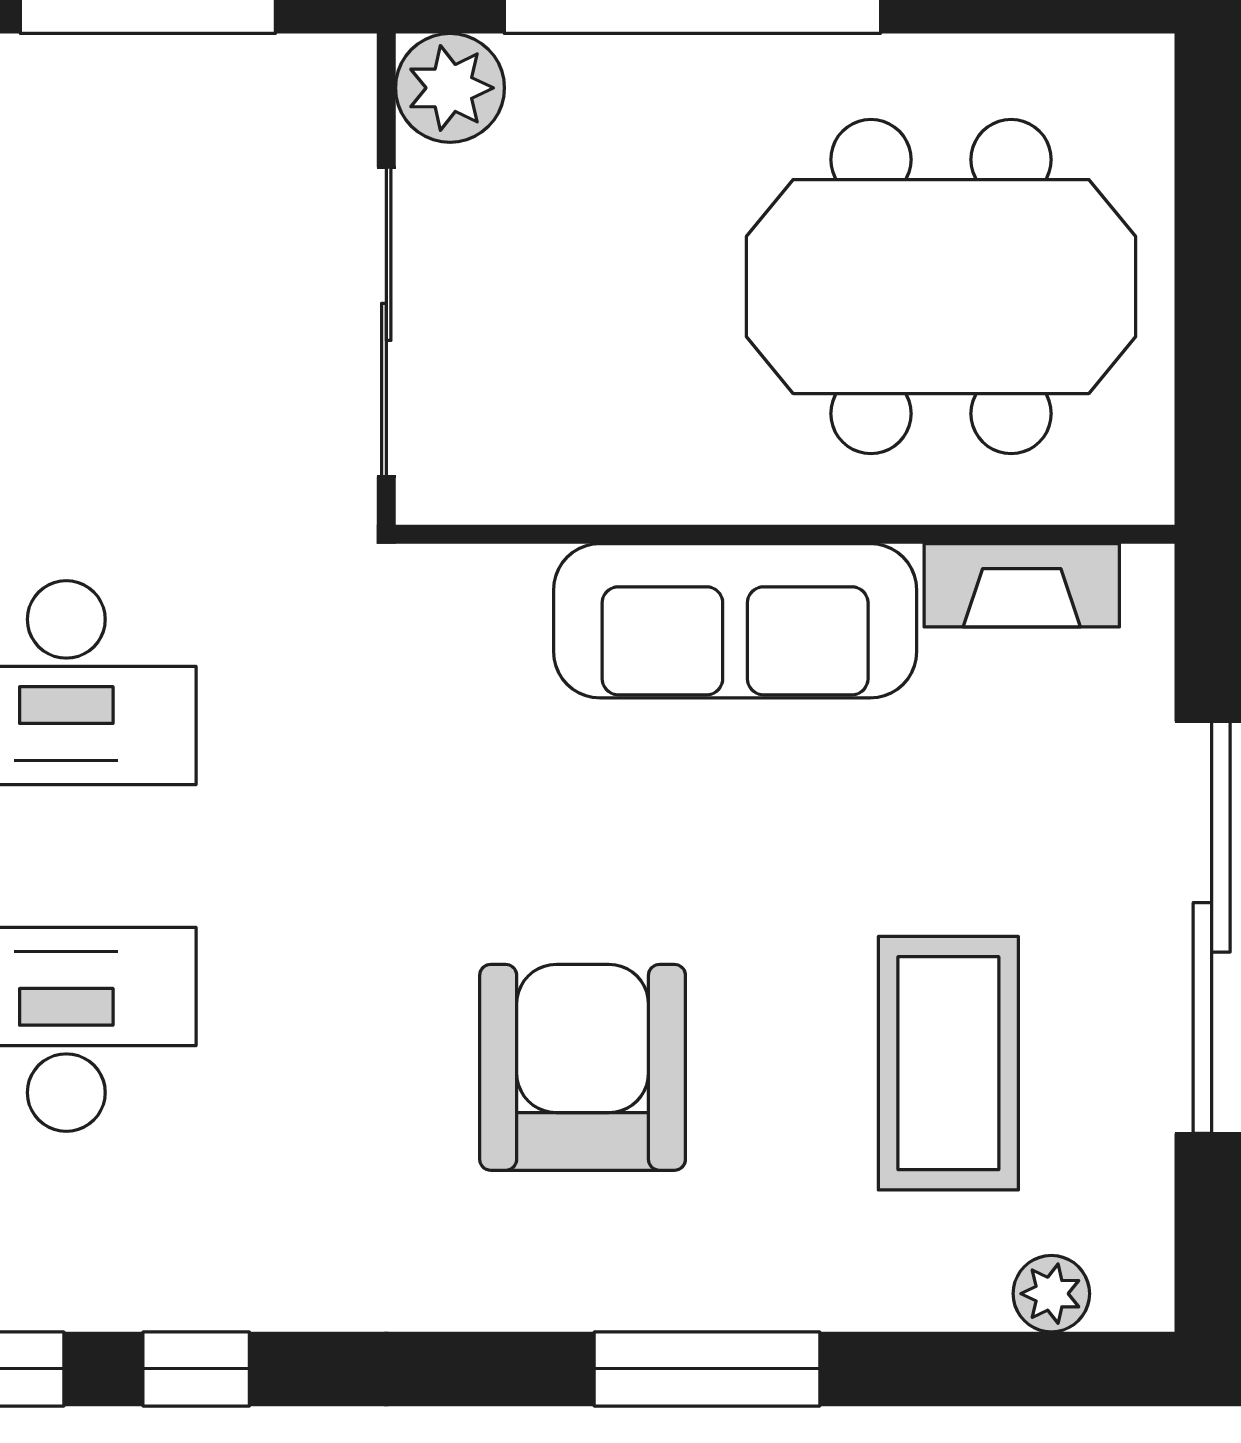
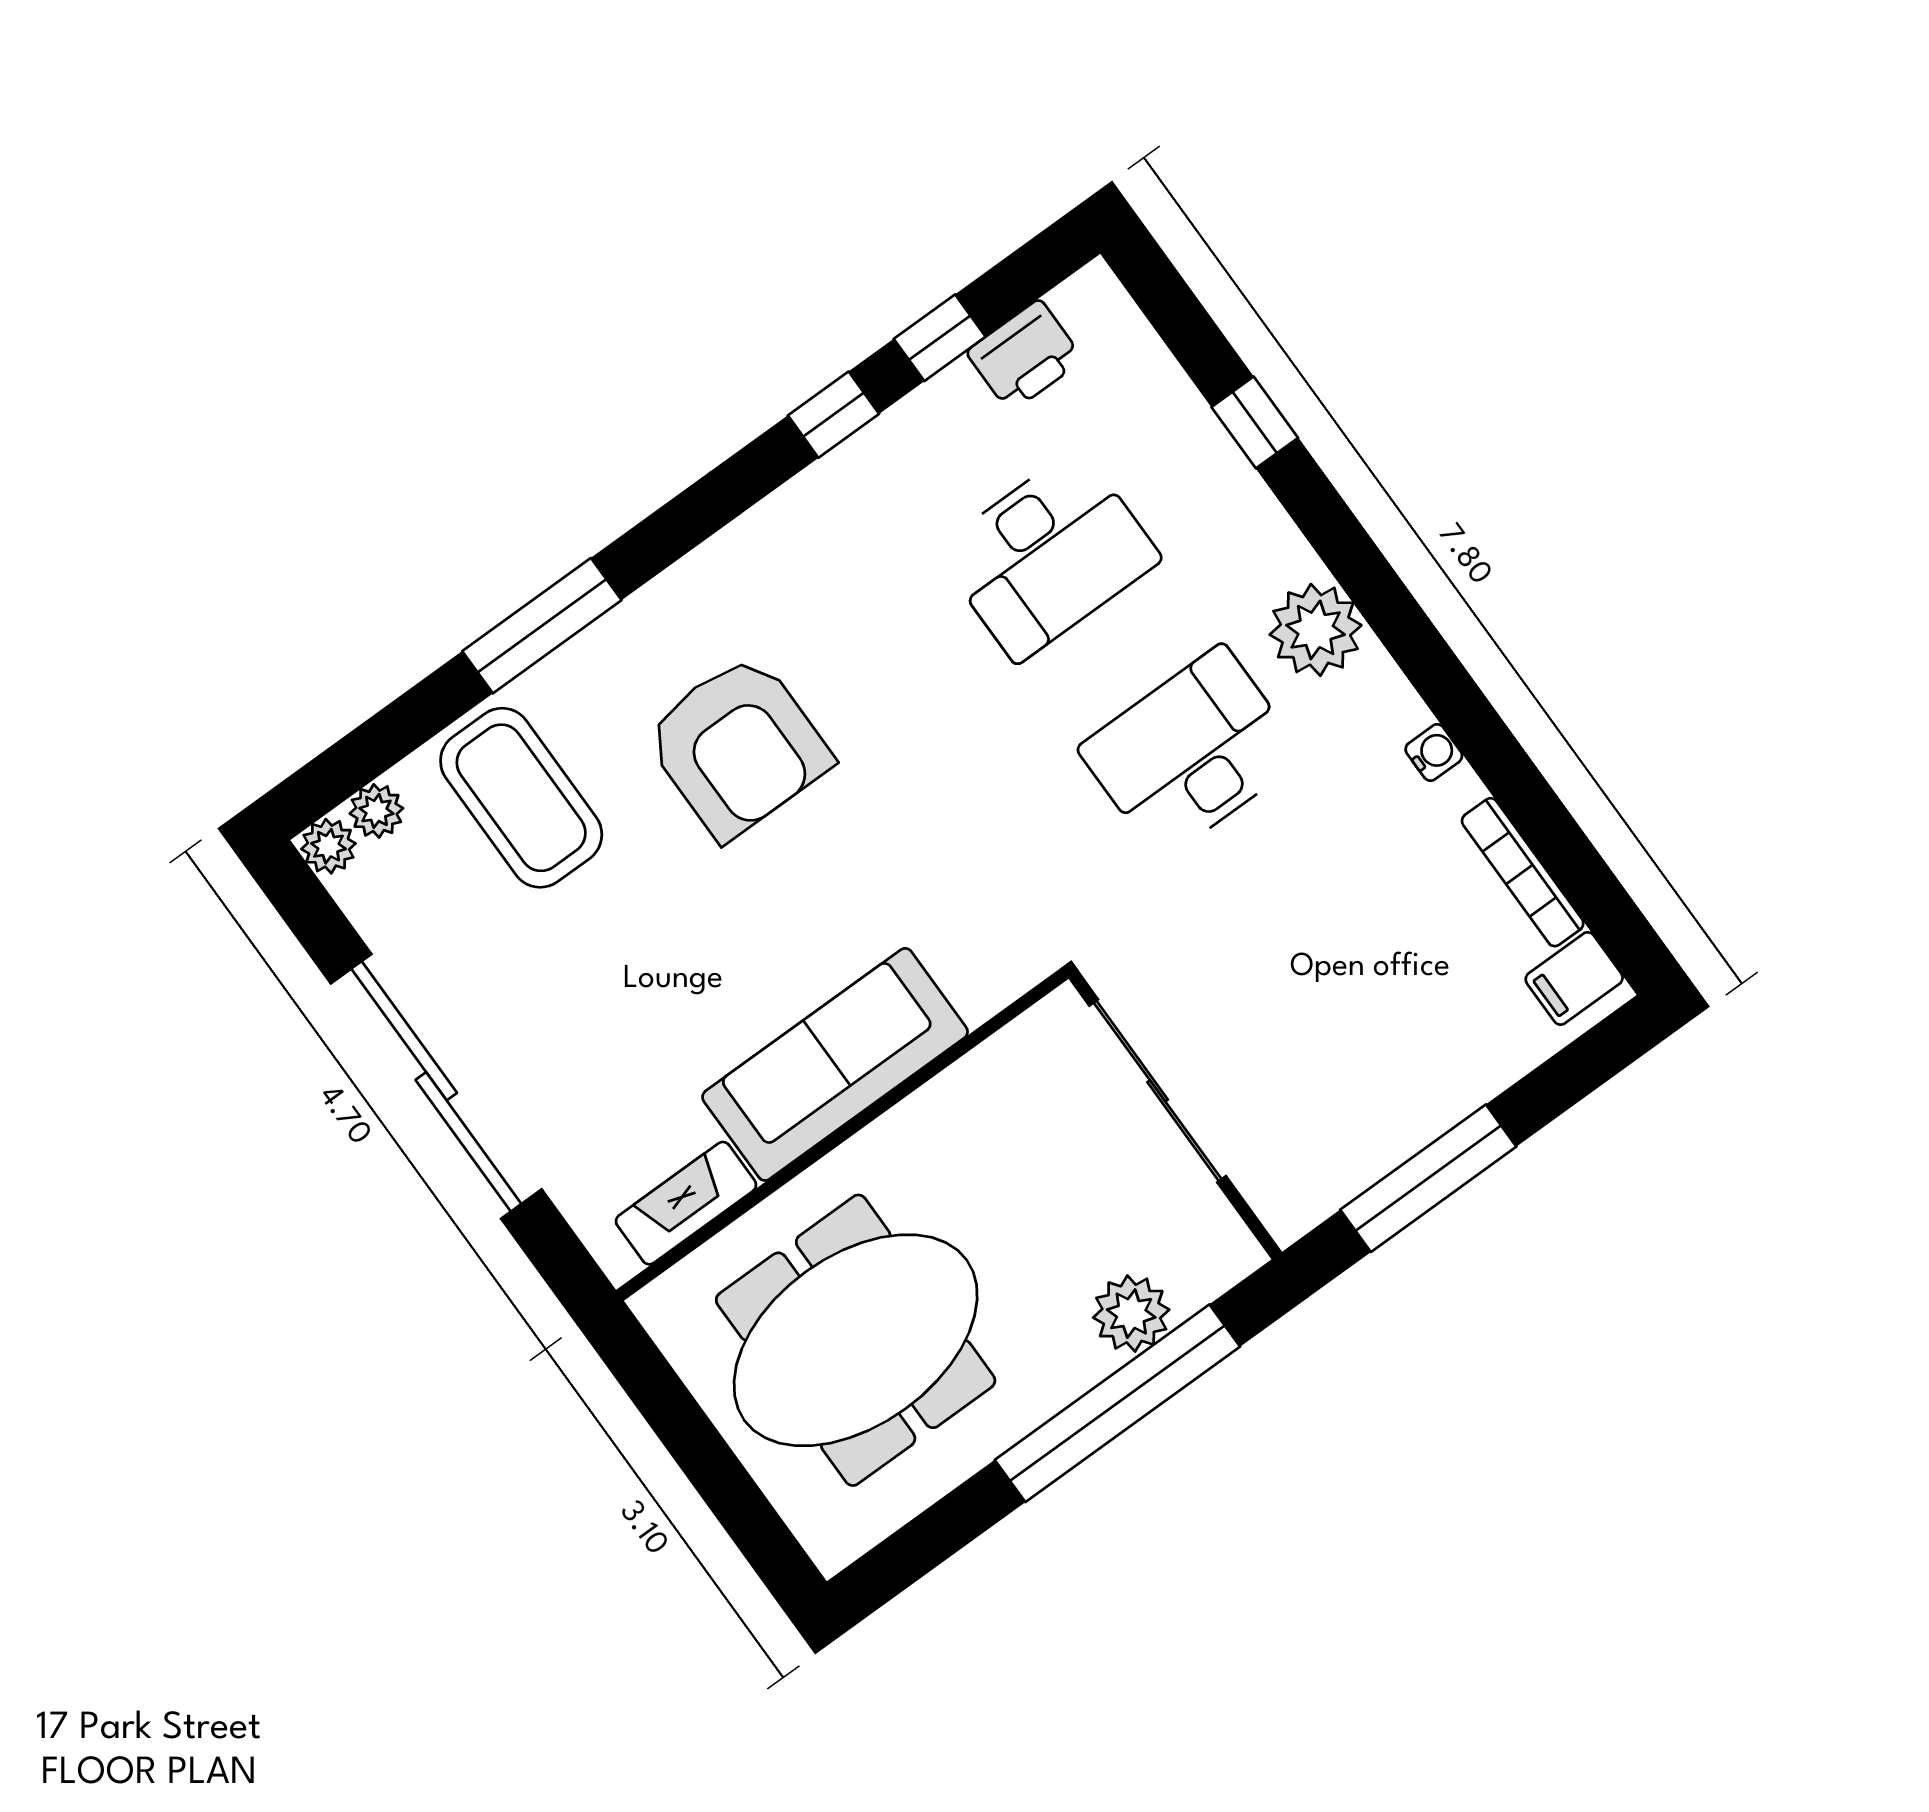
plant: (450, 88) -> (1131, 1314), moved
coffee table: (948, 1063) -> (521, 798), moved
plant: (1136, 1293) -> (328, 846), added

